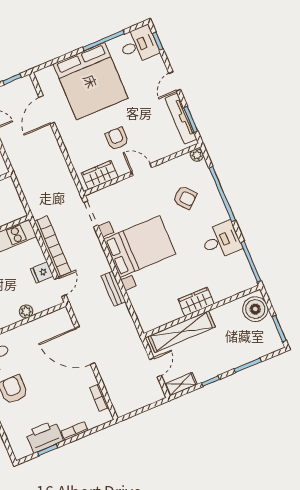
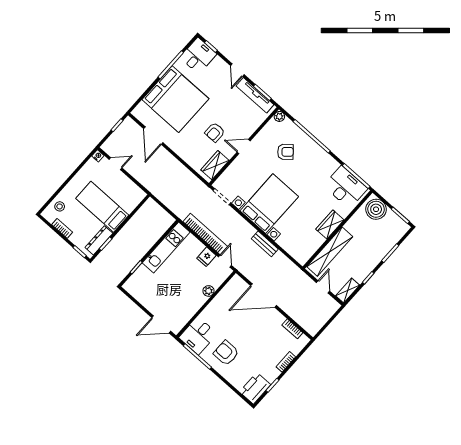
armchair: (117, 139) -> (215, 132), turned -90
desk: (221, 240) -> (345, 187), moved, width x1.37
printer: (44, 437) -> (255, 388), moved

